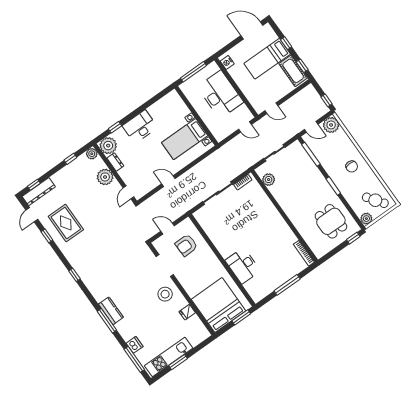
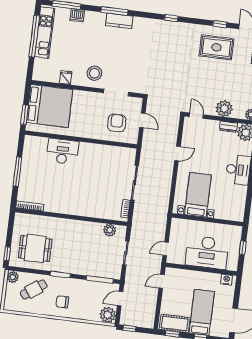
window: (193, 72) -> (243, 248), width x0.46
cafe table: (375, 200) -> (34, 290), moved
door: (168, 228) -> (142, 120), hinge flipped
window: (178, 362) -> (34, 36), width x2.11

